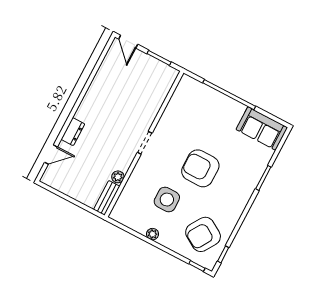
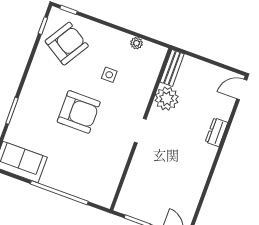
door: (51, 155) -> (242, 90), moved
plant: (118, 177) -> (167, 99), width x1.88, depth x1.88
side table: (167, 200) -> (109, 75), width x0.54, depth x0.54
plant: (153, 234) -> (137, 43), moved

